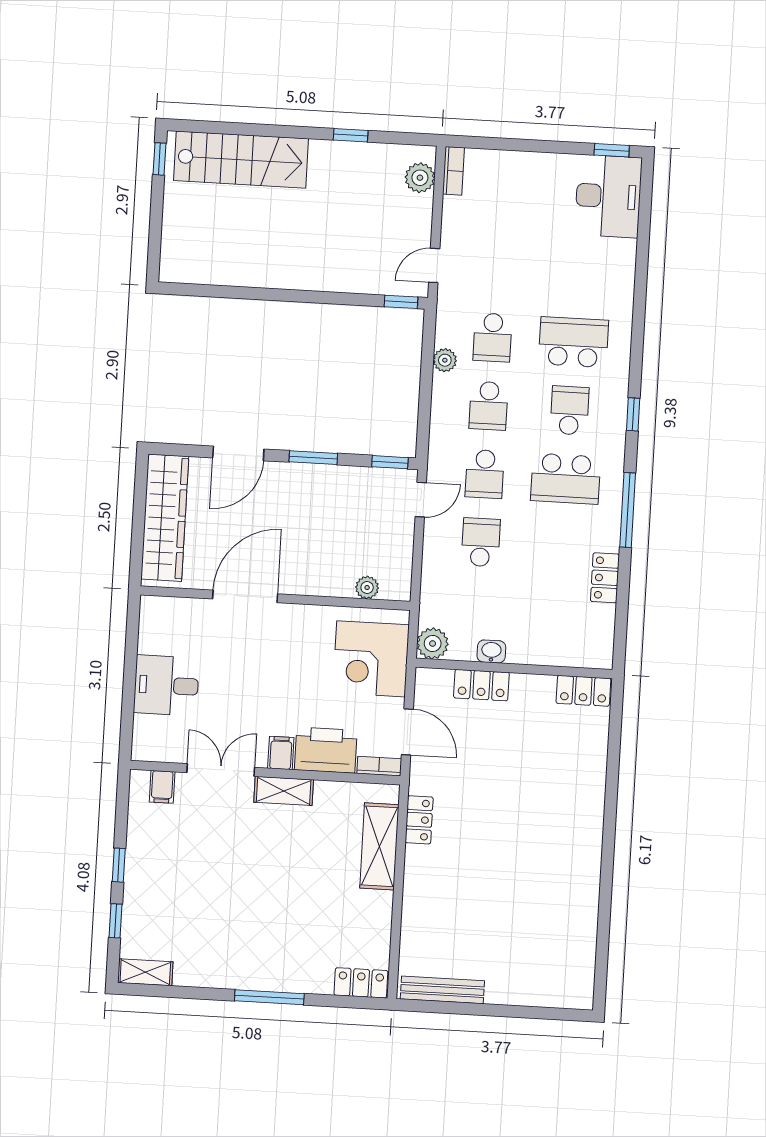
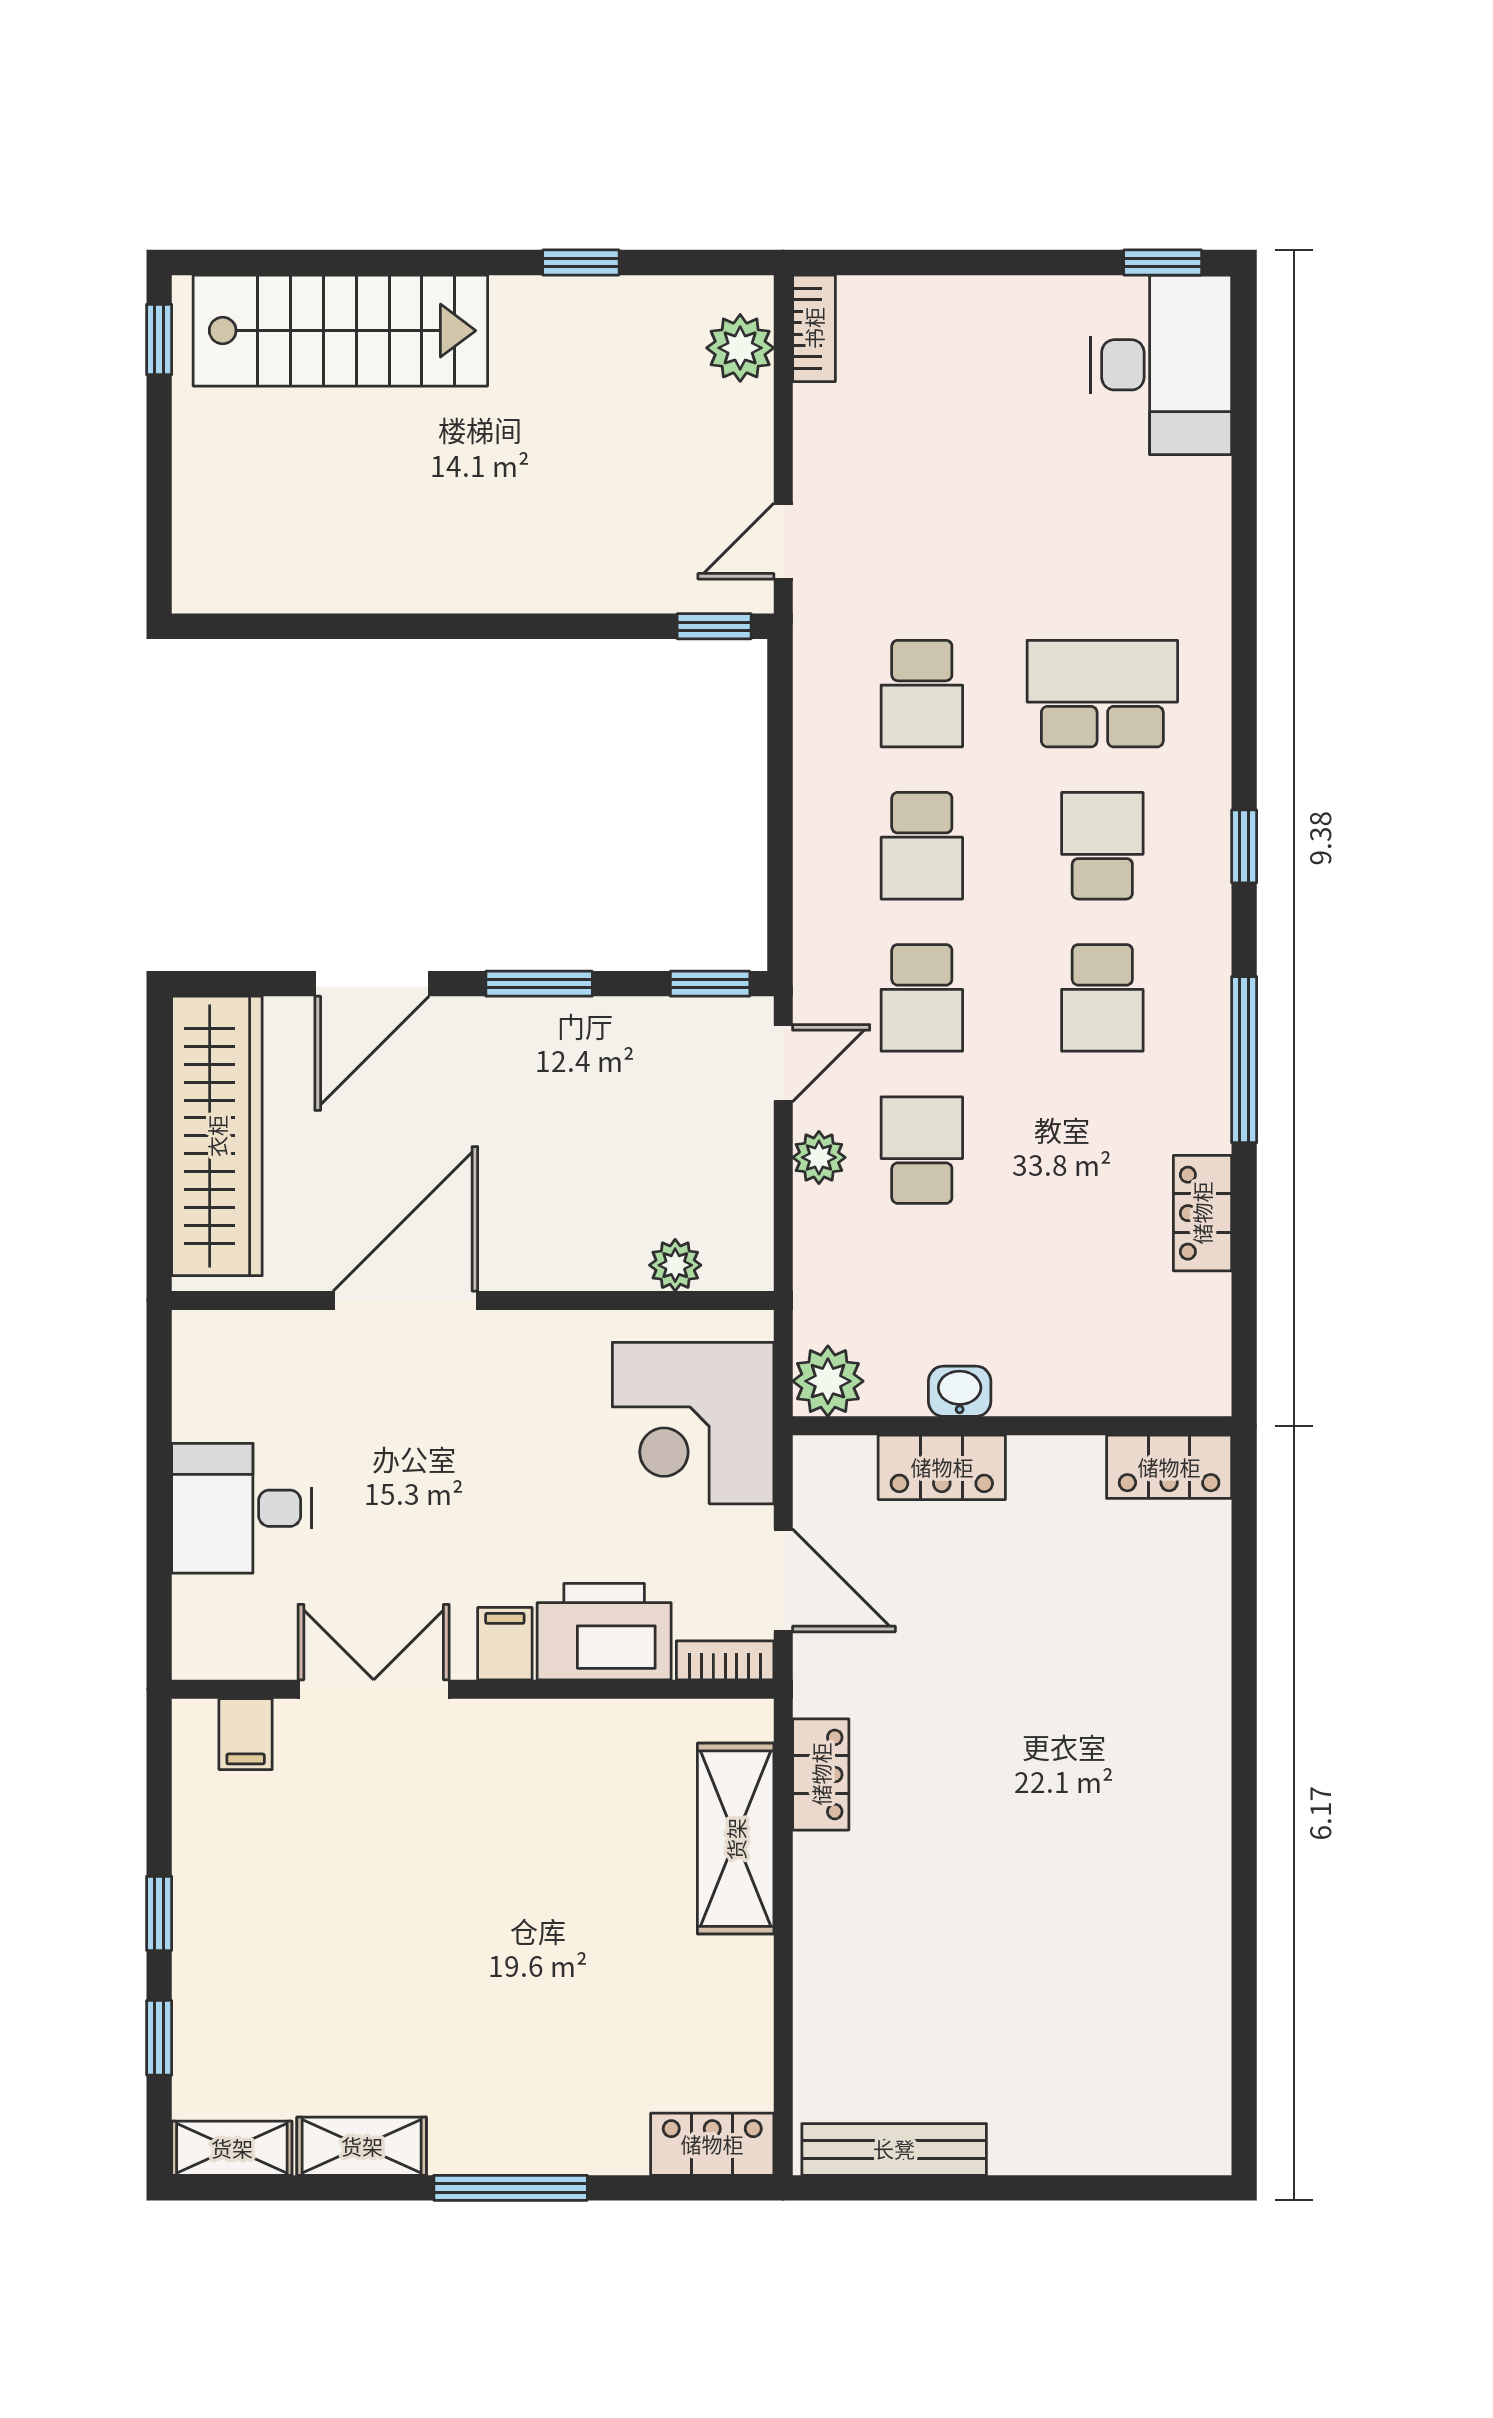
plant: (445, 360) -> (819, 1157), moved
school desk: (566, 479) -> (1102, 998), width x0.54
shelving: (284, 791) -> (362, 2146), moved

